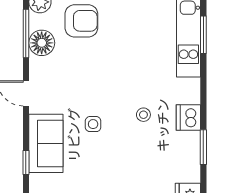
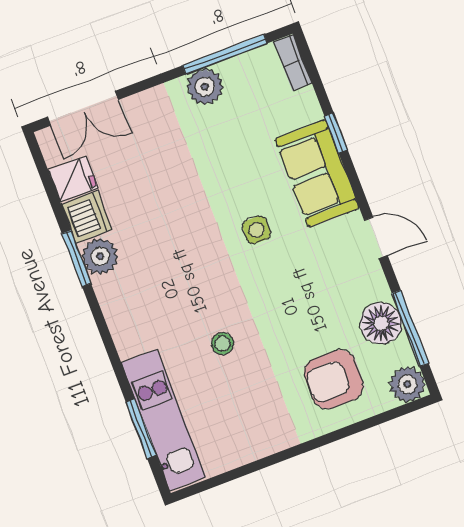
stool: (143, 115) -> (223, 344), moved
dishwasher: (188, 118) -> (87, 217), moved
plant: (189, 143) -> (100, 256), added

